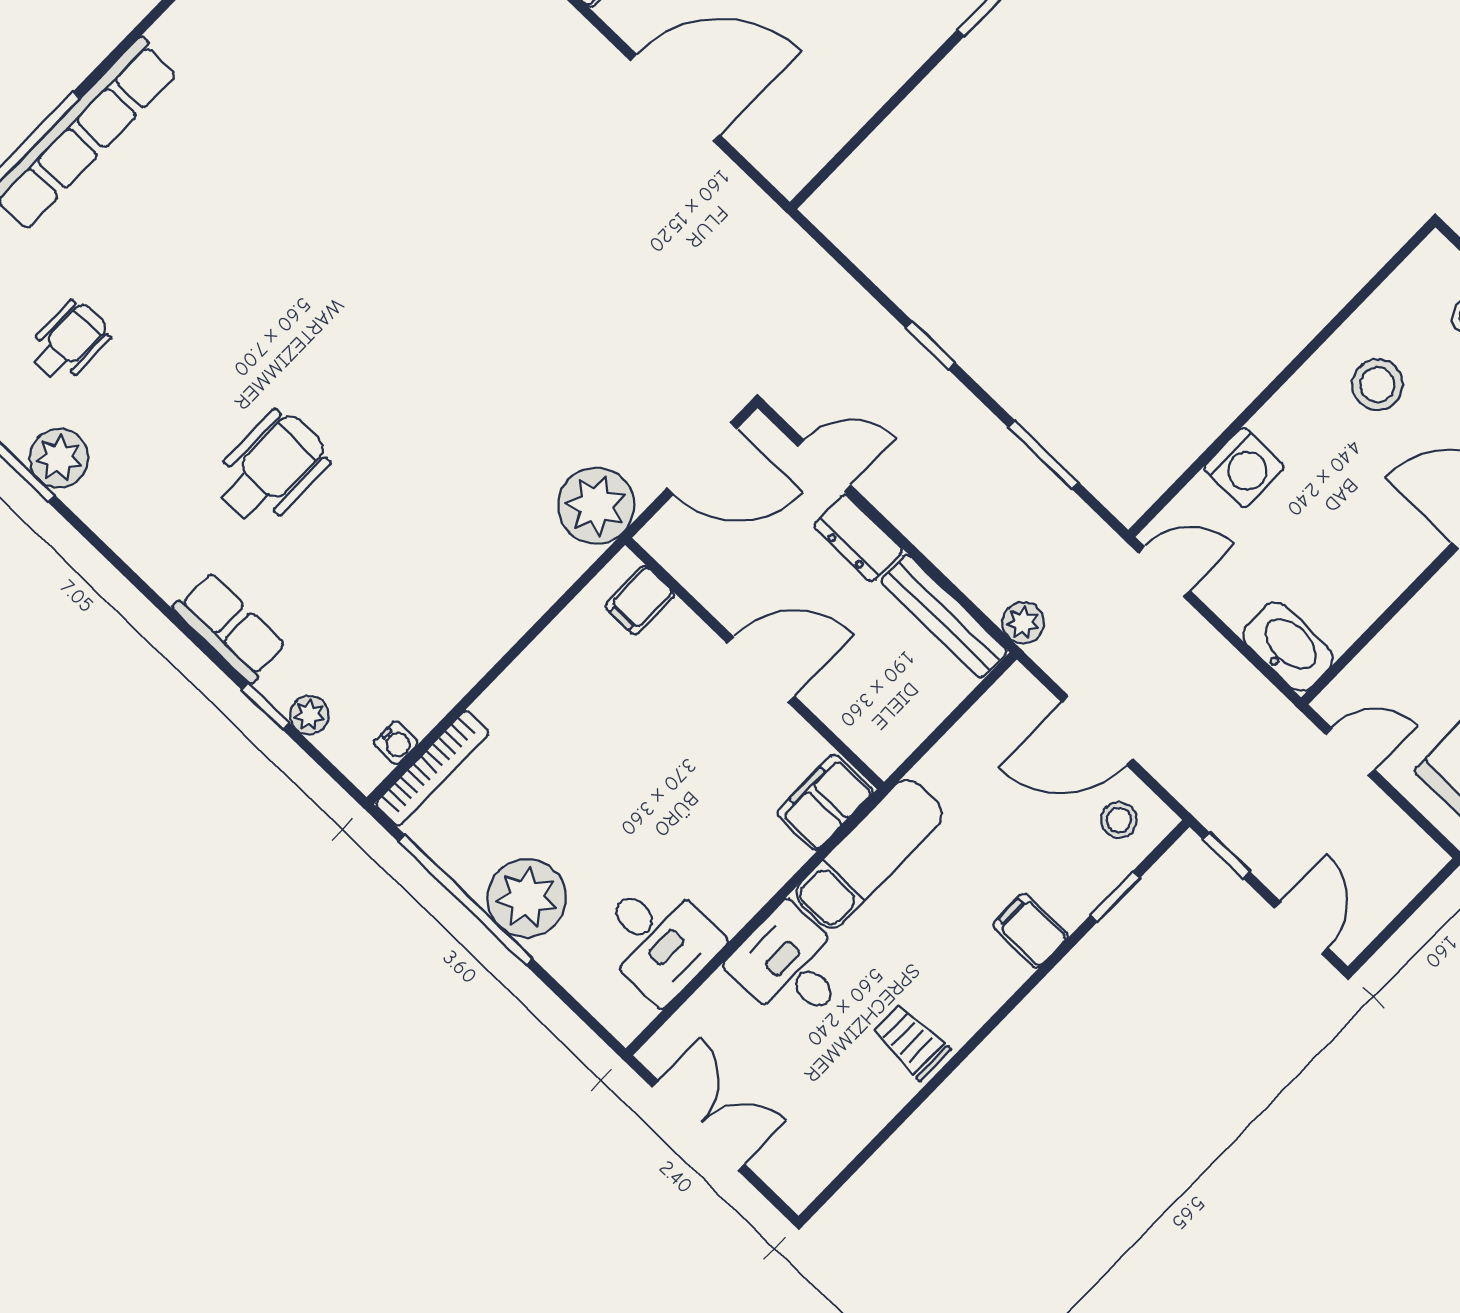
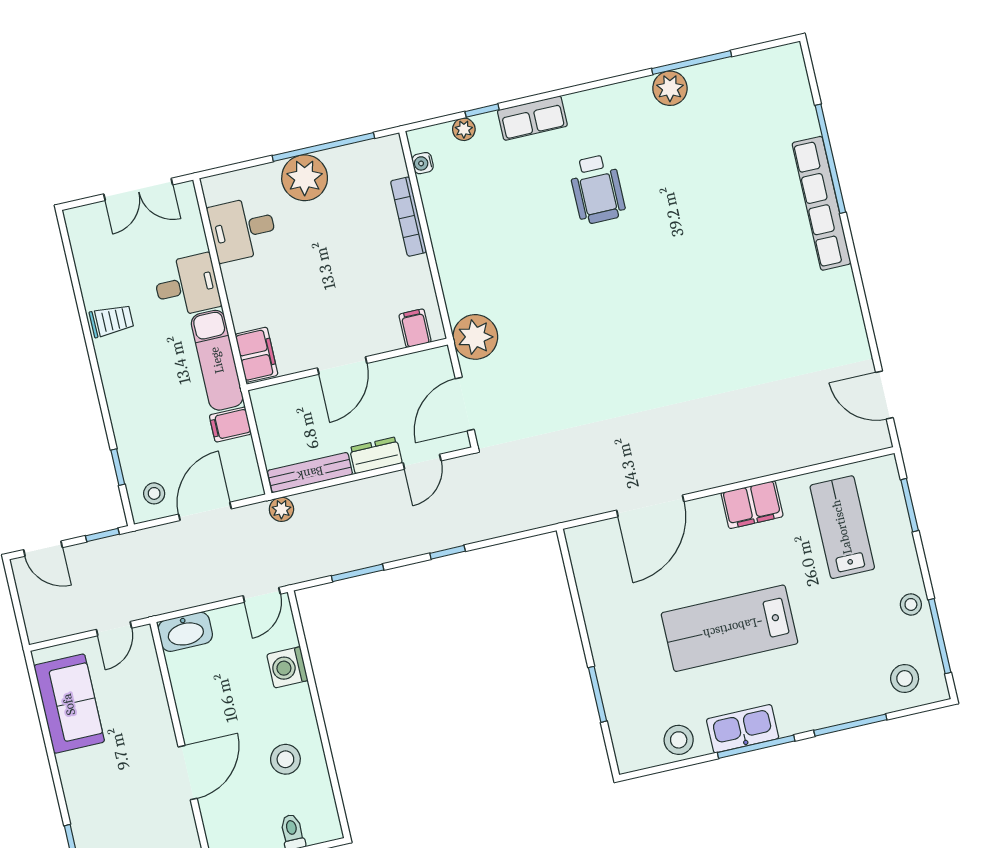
wheelchair: (69, 342) -> (724, 130), removed
bookcase: (432, 768) -> (409, 217), moved
filing cabinet: (1030, 931) -> (230, 425), moved, turned 180

